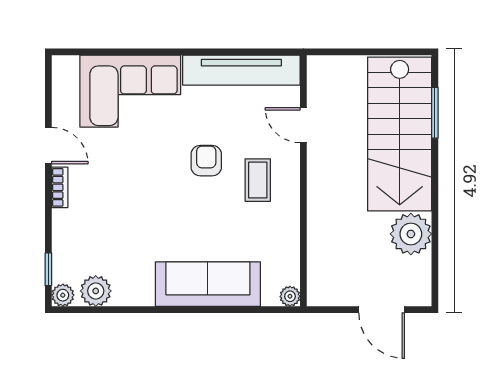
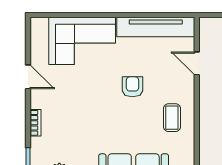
coffee table: (258, 180) -> (172, 118), moved
bookcase: (60, 187) -> (36, 123), moved

